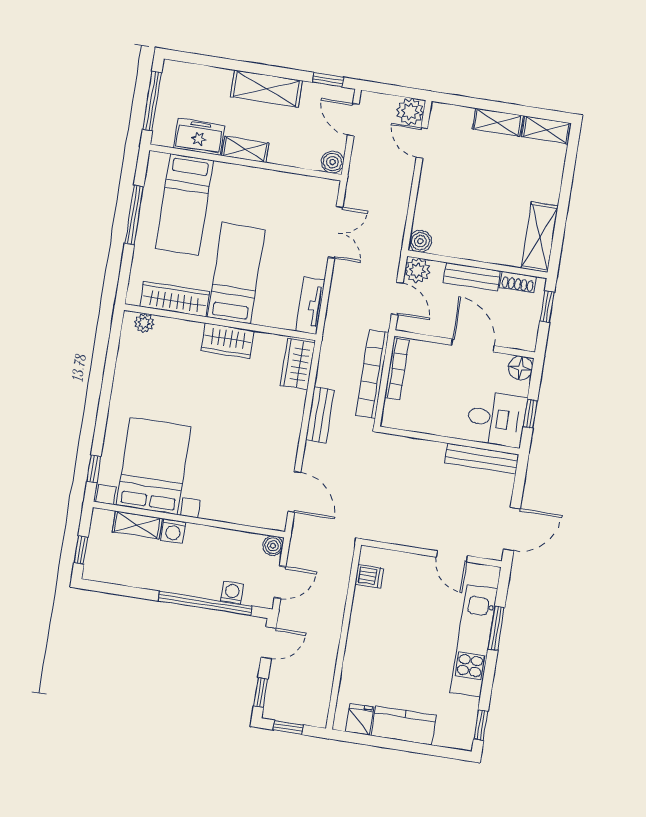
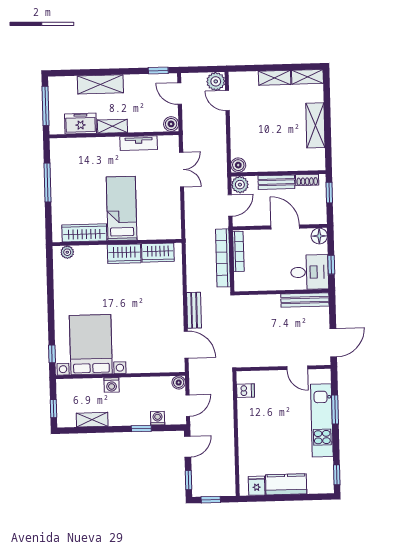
shelving: (266, 89) -> (100, 84), moved
bed: (184, 205) -> (79, 170), removed
shelving: (540, 237) -> (315, 125), moved
door: (397, 299) -> (230, 205), hinge flipped
tv unit: (310, 306) -> (139, 143), moved, turned -90
wardrobe: (298, 364) -> (158, 253), moved, turned -90
bench: (320, 415) -> (194, 310), moved
shelving: (137, 525) -> (92, 420), moved
window: (205, 603) -> (141, 429), width x0.32

